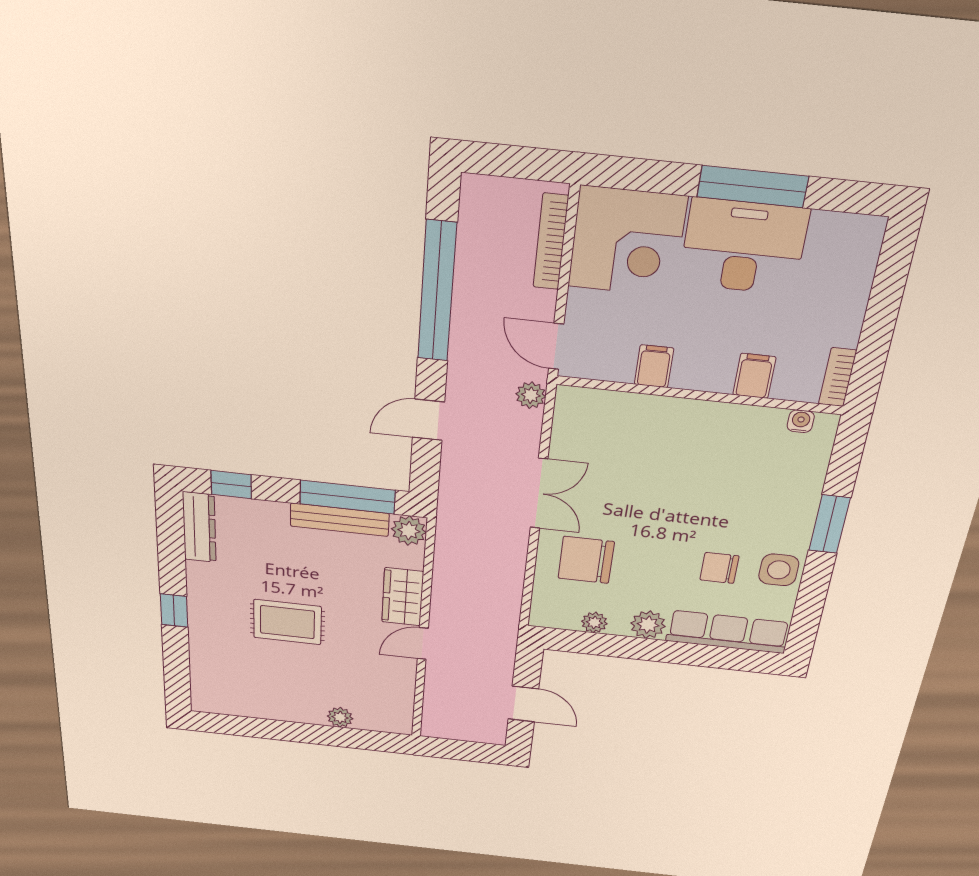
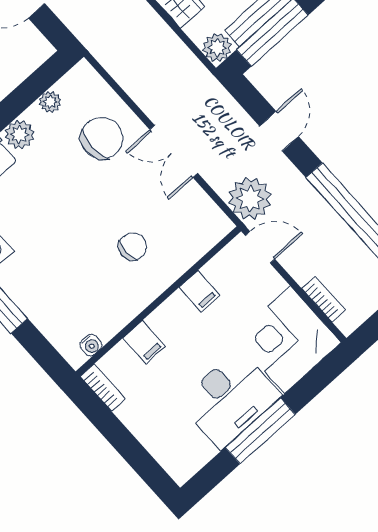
bookcase: (551, 242) -> (324, 299), width x0.64
plant: (531, 395) -> (250, 199), width x1.88, depth x1.88
chair: (719, 568) -> (133, 246), moved

